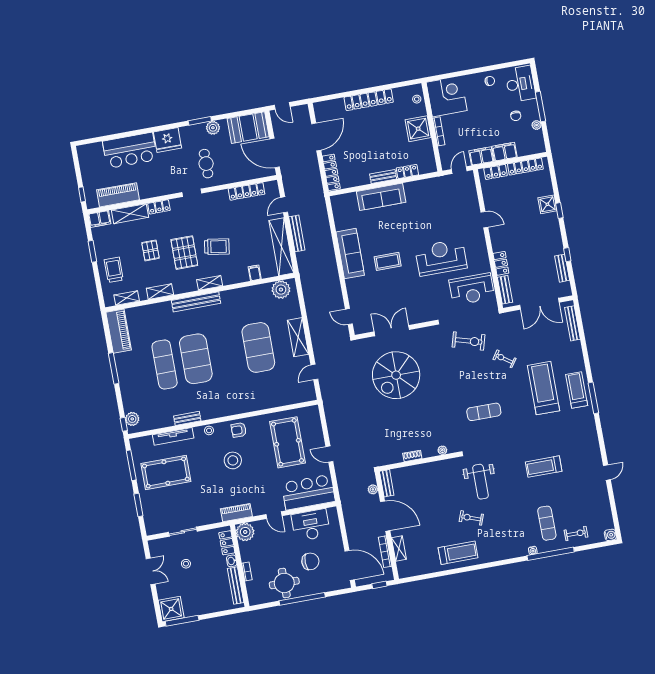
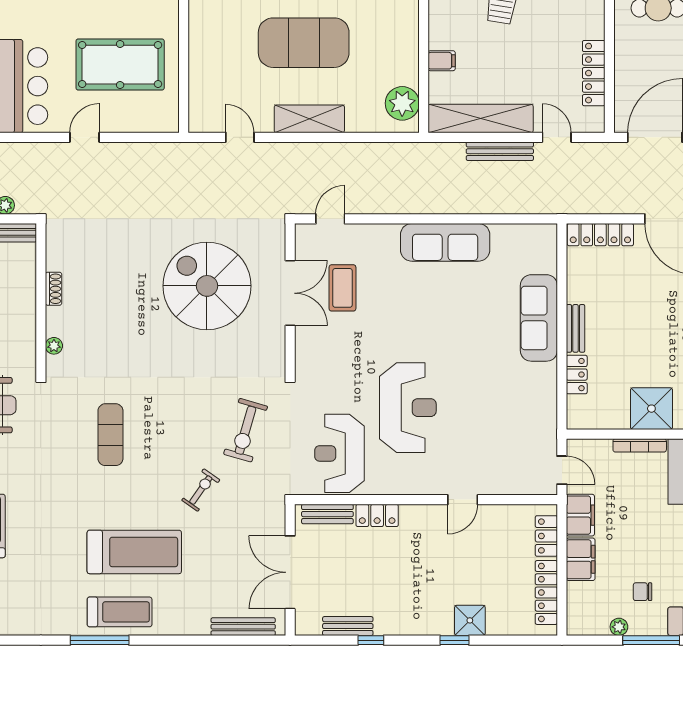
coffee table: (388, 261) -> (342, 288), moved

